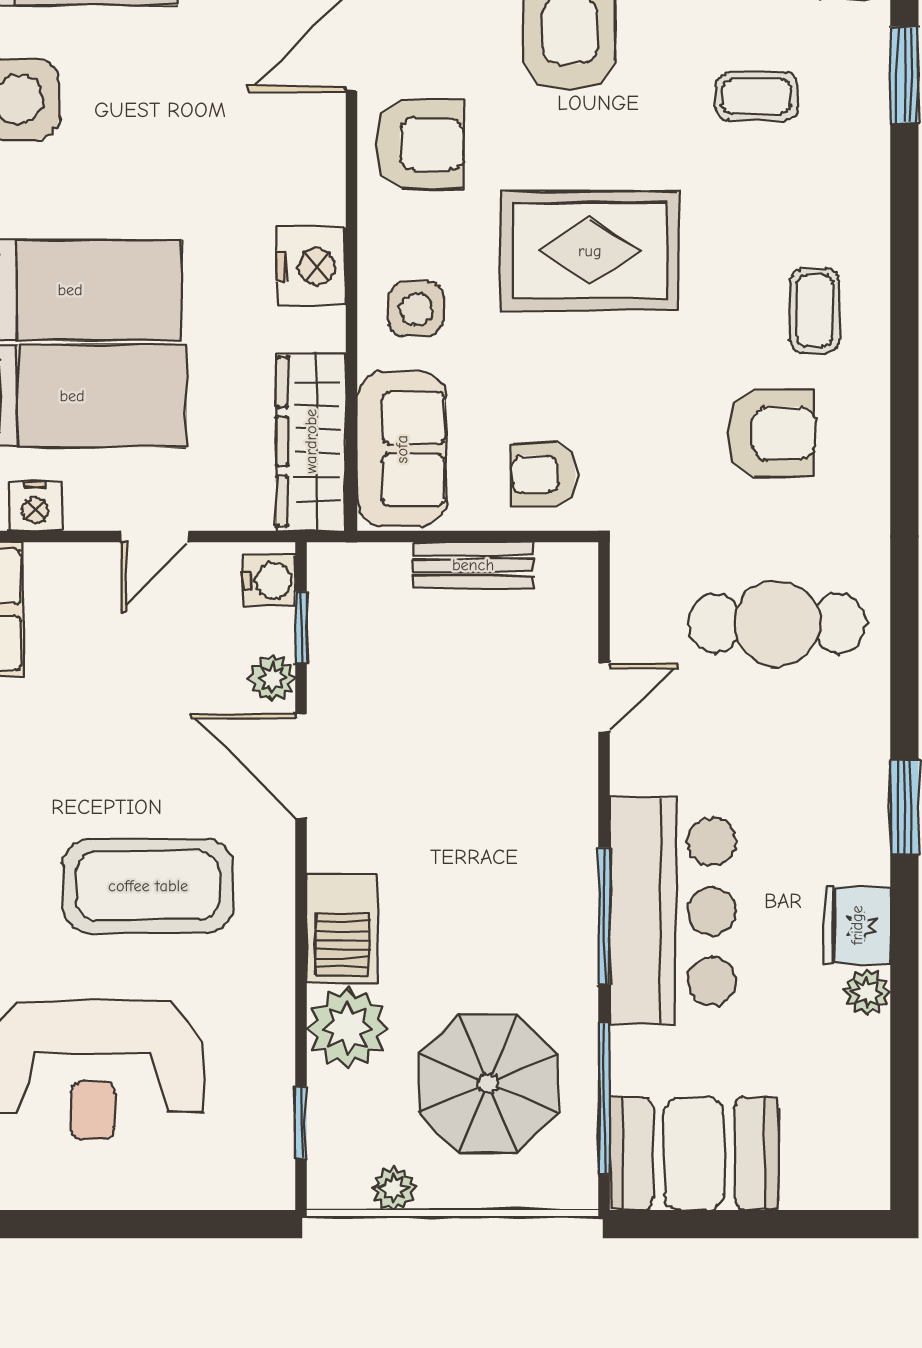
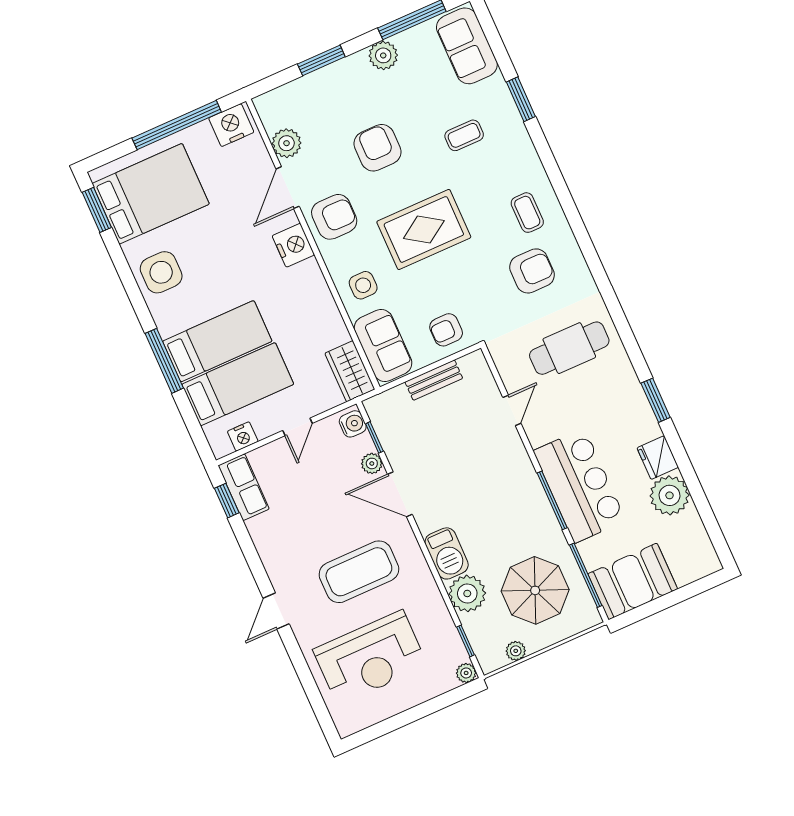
nightstand: (311, 266) -> (293, 245), moved
wardrobe: (311, 441) -> (350, 371), width x0.67
plant: (867, 992) -> (670, 495), width x1.88, depth x1.88
plant: (273, 1188) -> (466, 673), added

